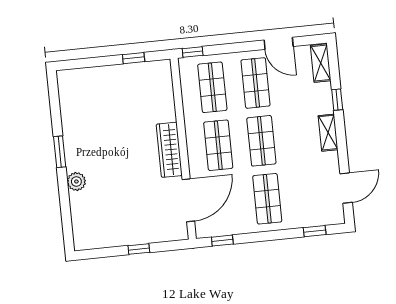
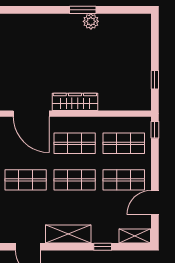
shelving: (328, 133) -> (68, 234), width x1.50, depth x1.33
plant: (76, 181) -> (91, 21), moved

